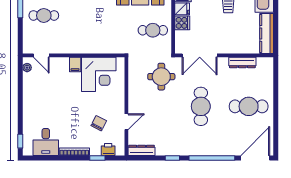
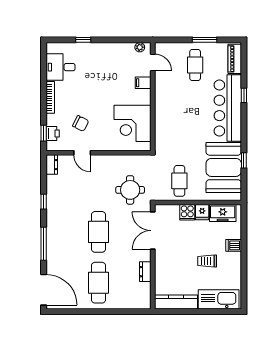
door: (41, 55) -> (153, 62), swing flipped
dresser: (242, 62) -> (145, 272), width x0.70
filing cabinet: (75, 64) -> (143, 83), moved
cafe table: (201, 106) -> (98, 232), turned 90
window: (20, 141) -> (83, 40), moved
dresser: (142, 150) -> (52, 165), width x0.70
window: (97, 158) -> (44, 133), moved
window: (212, 158) -> (44, 244), width x0.68

